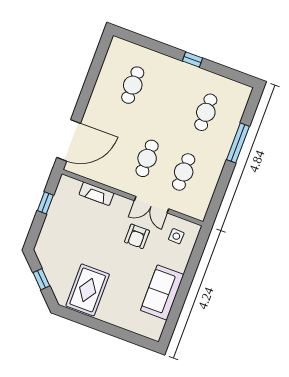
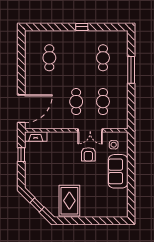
fireplace: (96, 194) -> (36, 136), moved
sofa: (162, 292) -> (118, 171), moved

